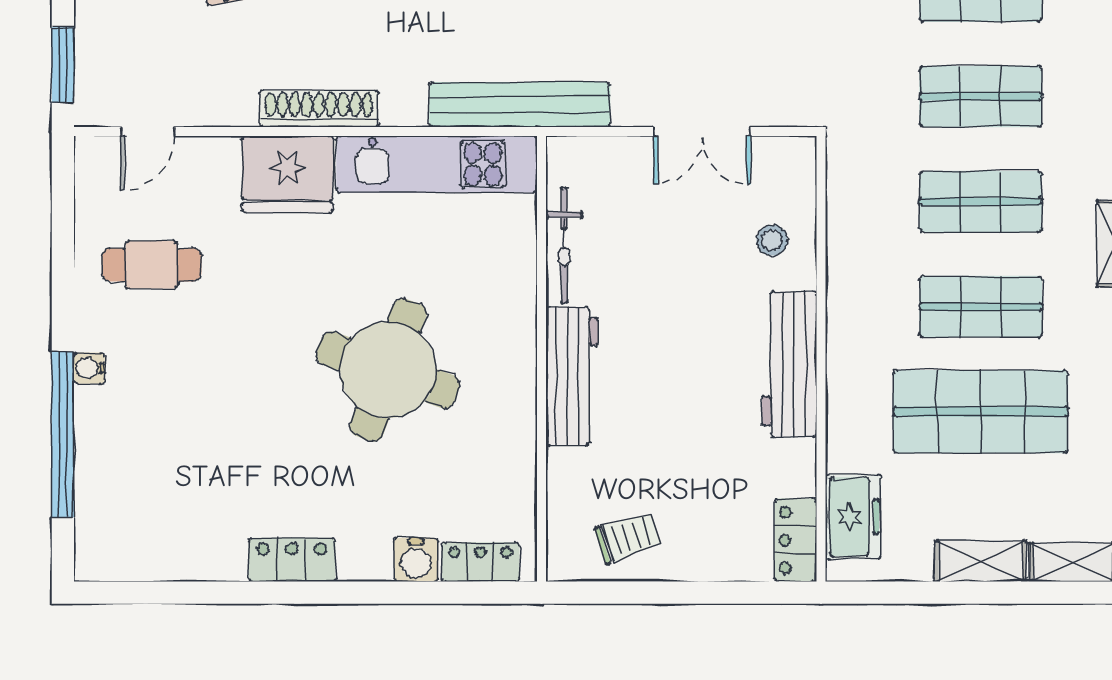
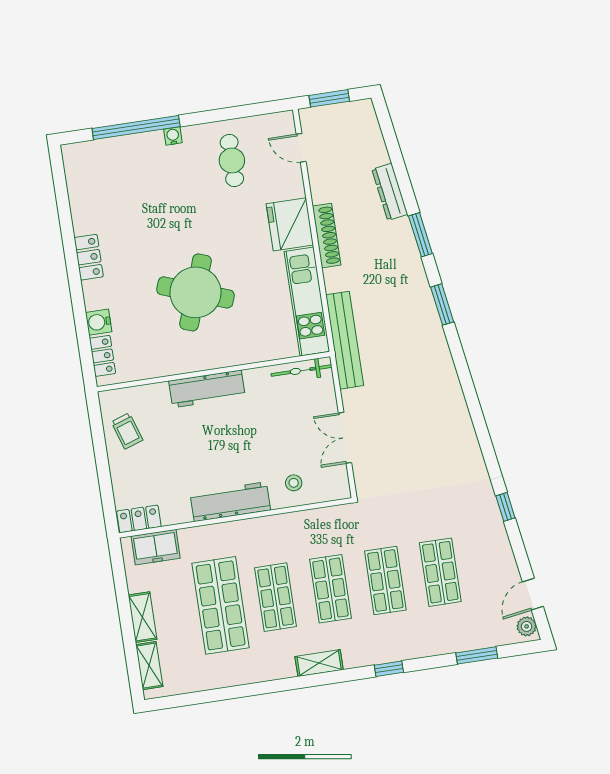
bicycle: (564, 245) -> (301, 370), moved

